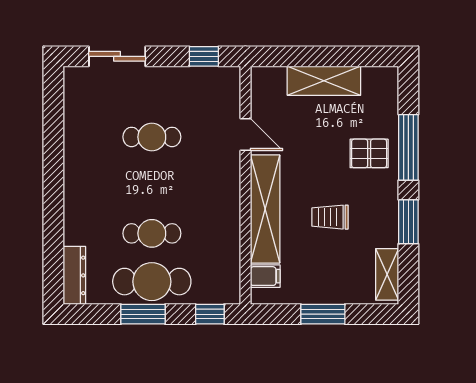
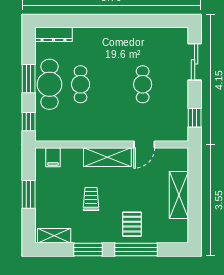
shelving: (265, 209) -> (107, 157), width x0.68

